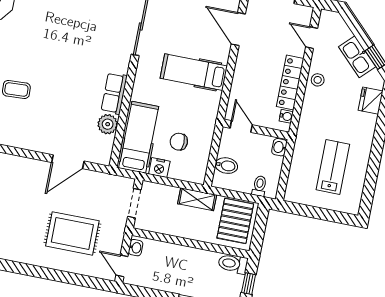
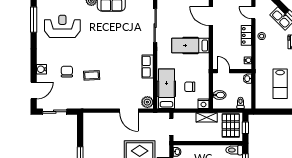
locker: (290, 83) -> (246, 35), width x0.66
plant: (108, 124) -> (147, 102), moved
door: (68, 162) -> (129, 111), hinge flipped
lab bench: (333, 167) -> (280, 84), turned 180
nightstand: (159, 168) -> (203, 104), moved
window: (259, 230) -> (245, 128), added

